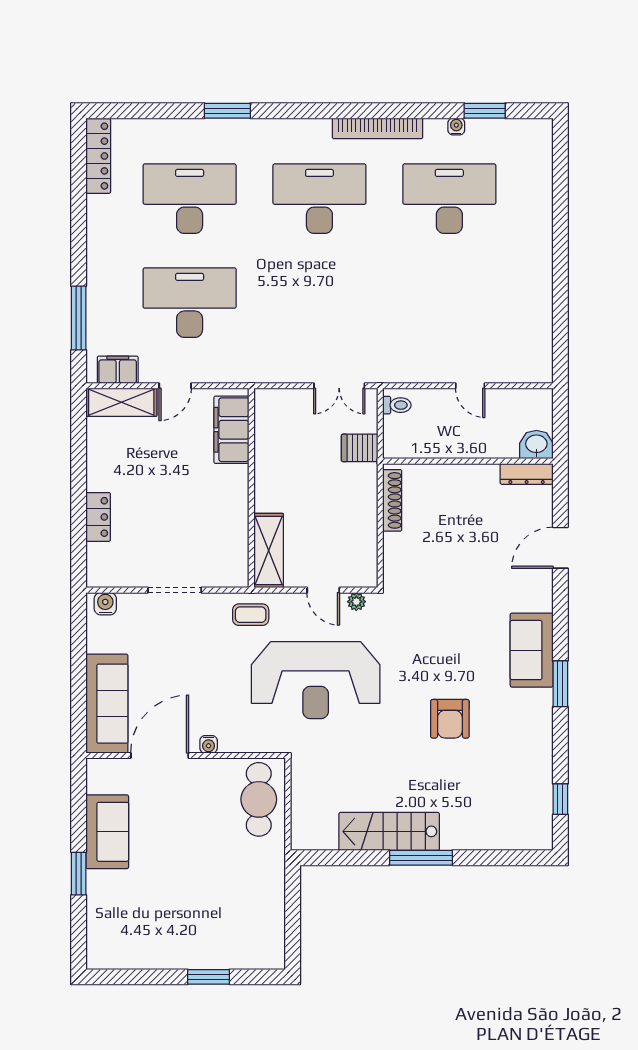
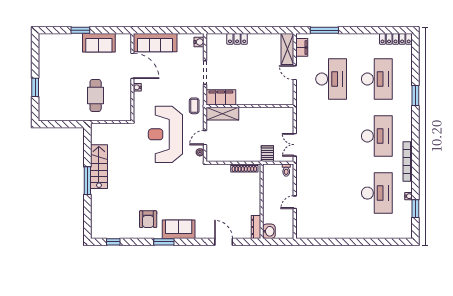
filing cabinet: (231, 430) -> (221, 97), moved
armchair: (450, 719) -> (148, 219), moved, turned -90
cafe table: (259, 799) -> (96, 95), moved, turned 90

